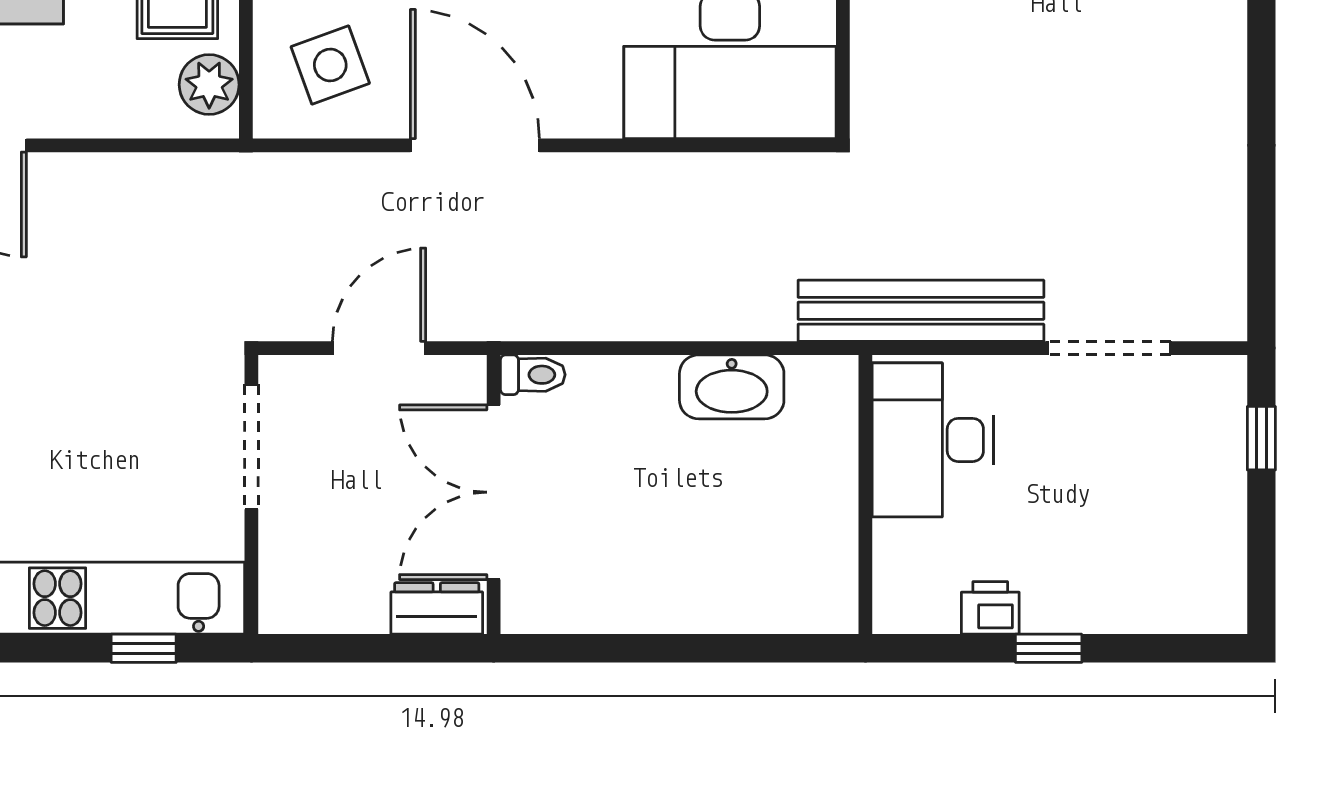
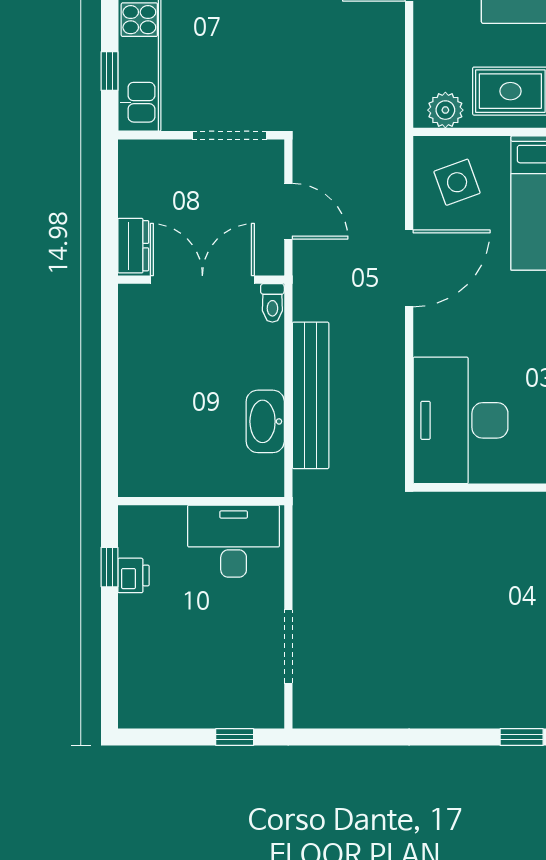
bench: (921, 311) -> (311, 395), moved
window: (1049, 648) -> (109, 567), moved

